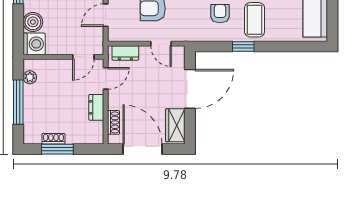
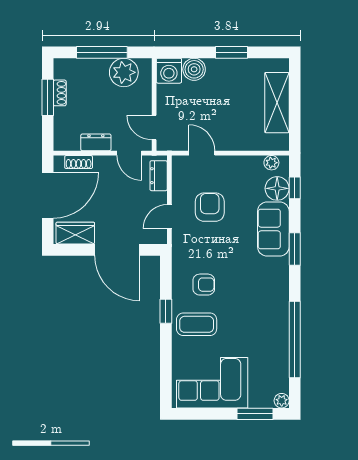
plant: (30, 77) -> (124, 72), width x1.88, depth x1.88

